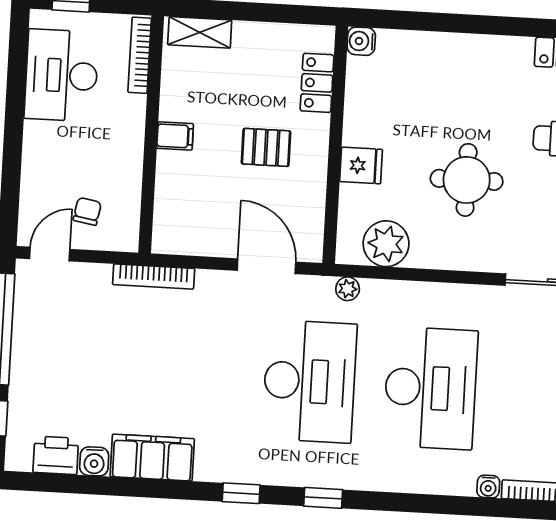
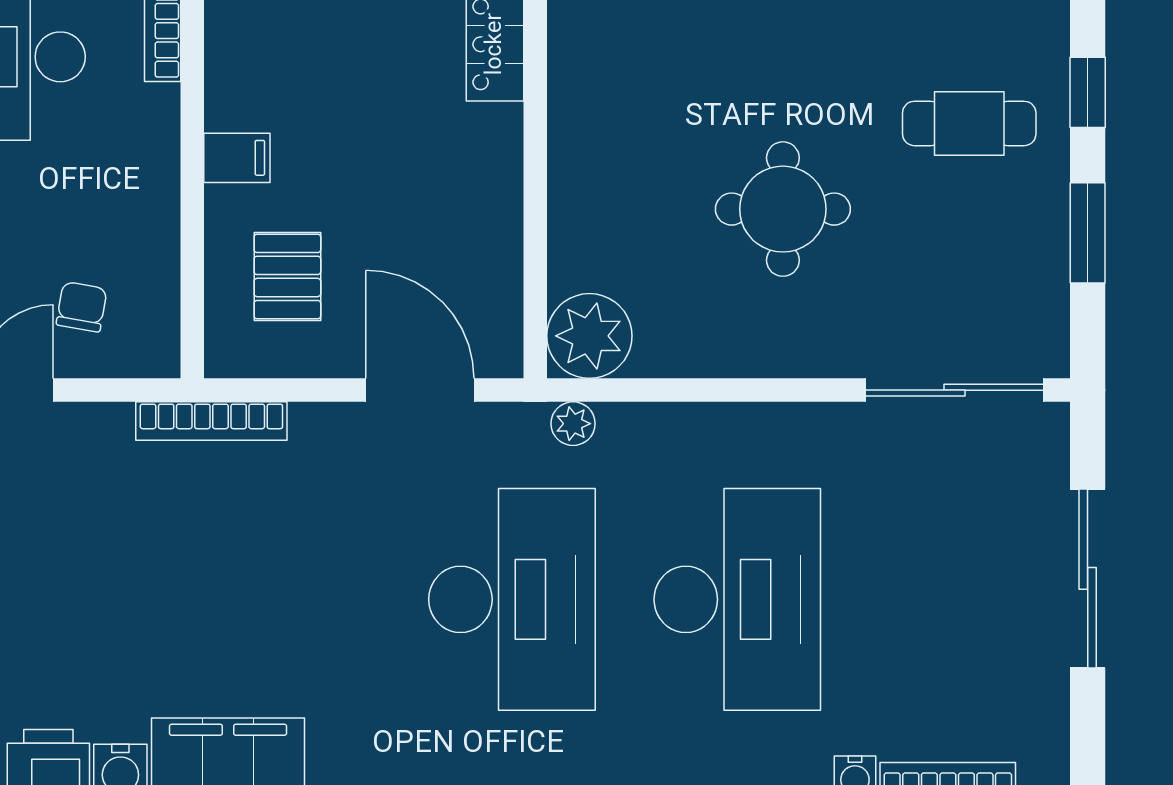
pallet: (266, 147) -> (287, 276), moved, turned 90
fridge: (361, 165) -> (585, 193), removed
plant: (386, 244) -> (589, 336), moved

